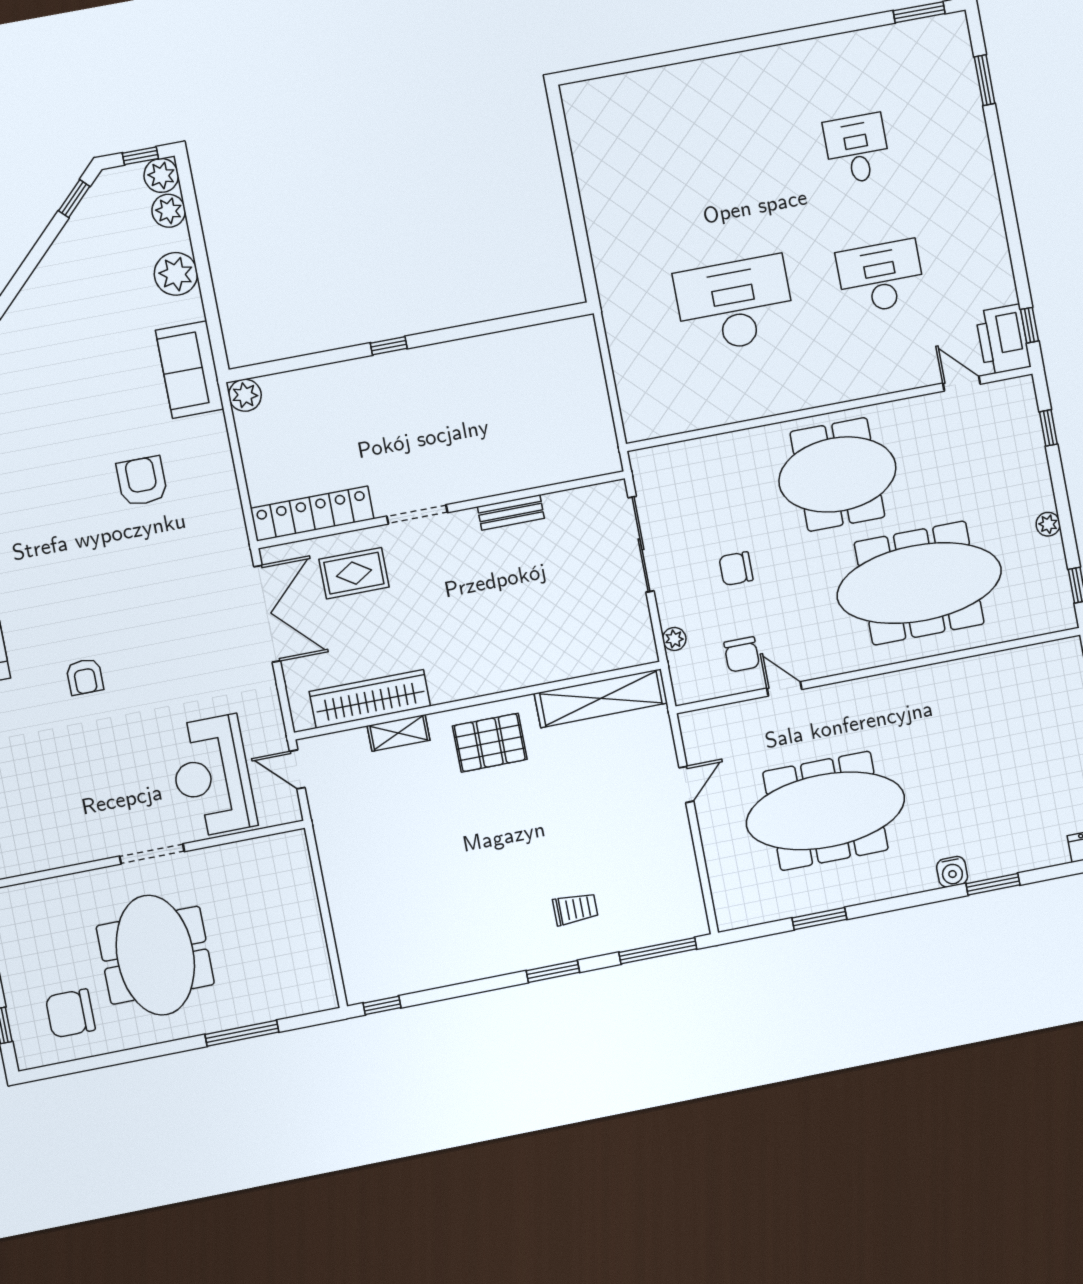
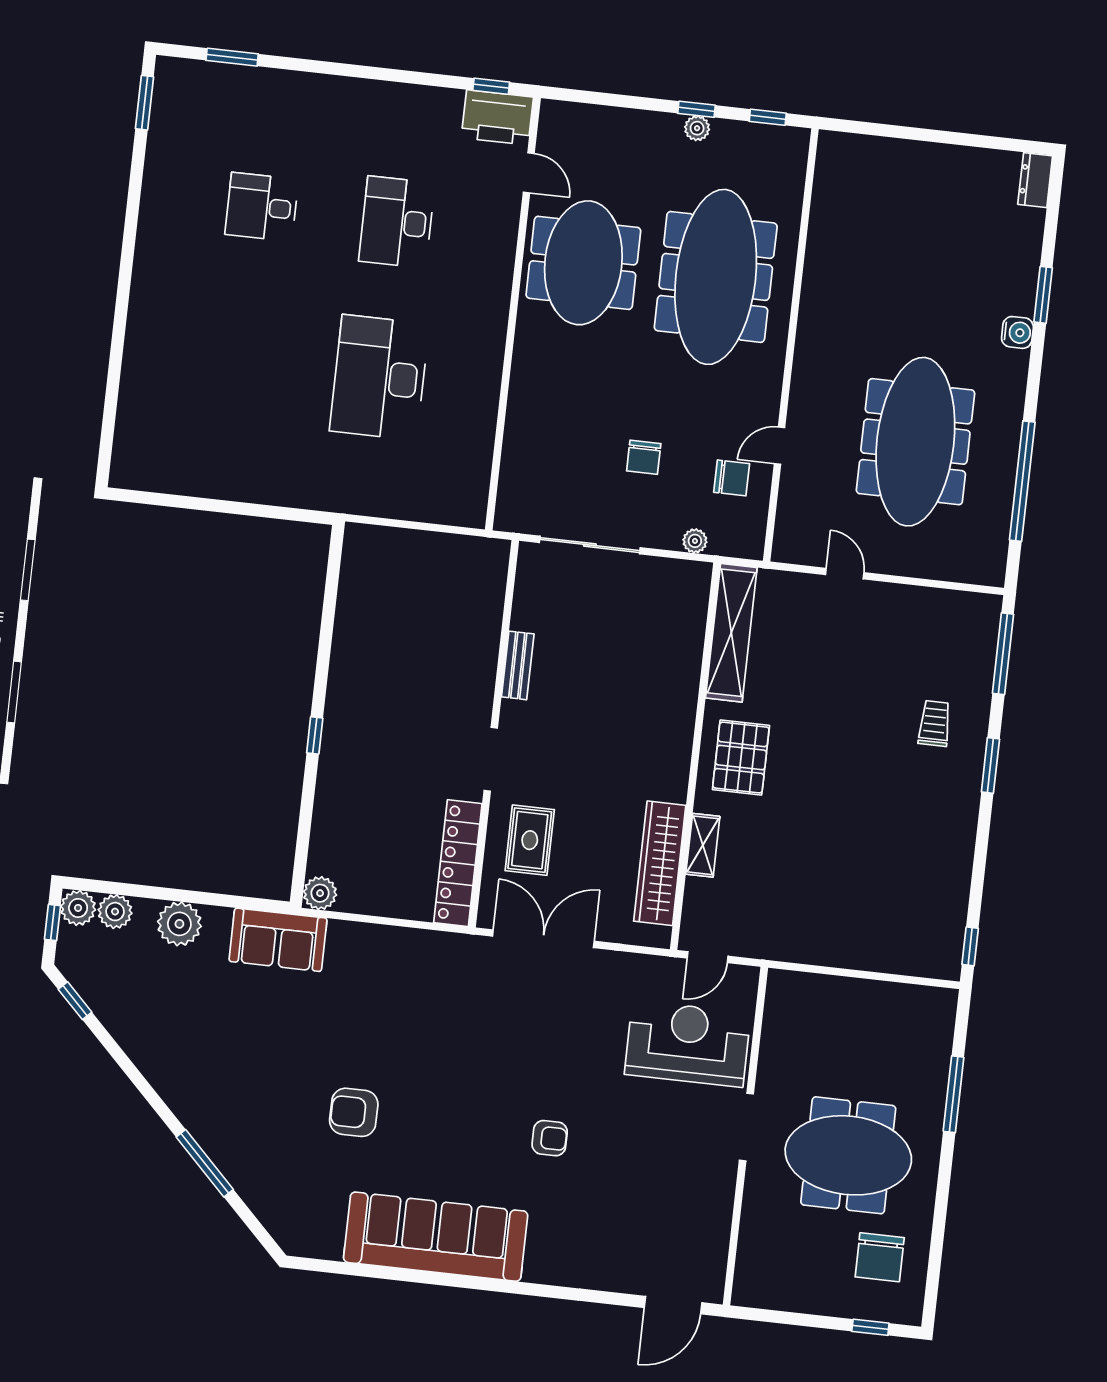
door: (962, 384) -> (529, 173), swing flipped
window: (1048, 428) -> (696, 109), moved
meeting table: (837, 474) -> (583, 263), moved
armchair: (142, 481) -> (354, 1112), moved
reception desk: (212, 776) -> (688, 1044), turned 180
window: (819, 919) -> (1022, 481), width x2.11

